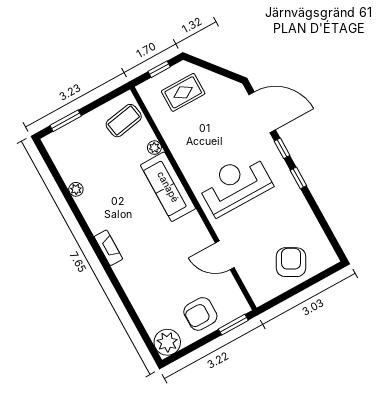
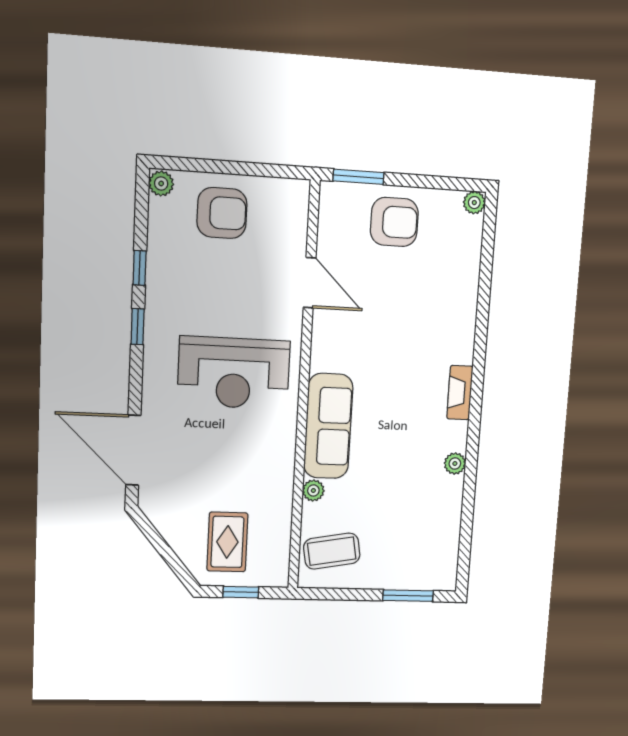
rug: (183, 92) -> (227, 542), turned 90
window: (282, 148) -> (140, 268), moved
plant: (76, 189) -> (455, 463), moved
plant: (330, 258) -> (161, 183), added
armchair: (291, 262) -> (222, 213), turned -119
plant: (167, 342) -> (474, 203), width x0.53, depth x0.53

